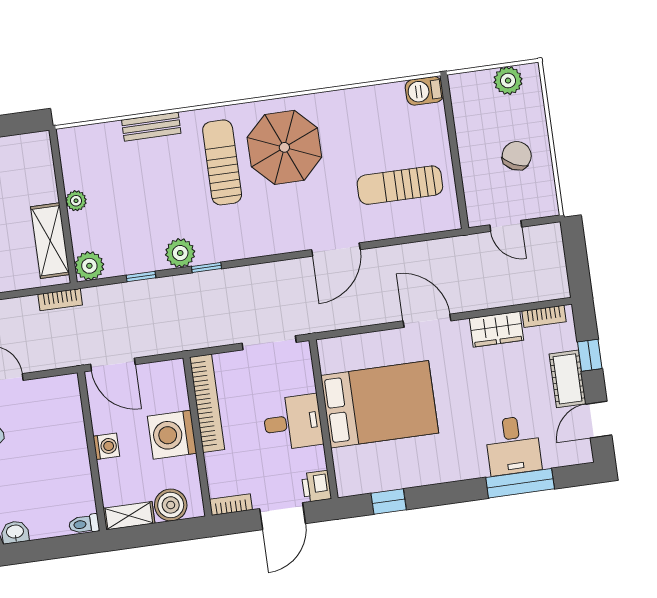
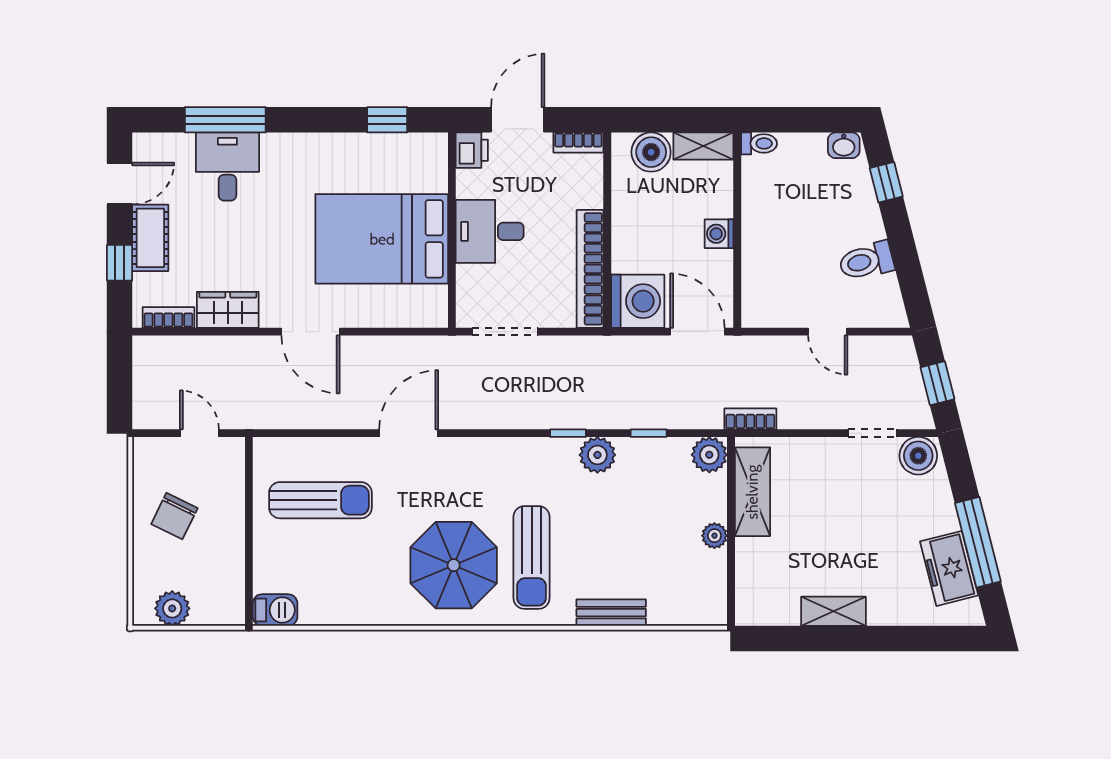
washing machine: (172, 435) -> (638, 301), moved

